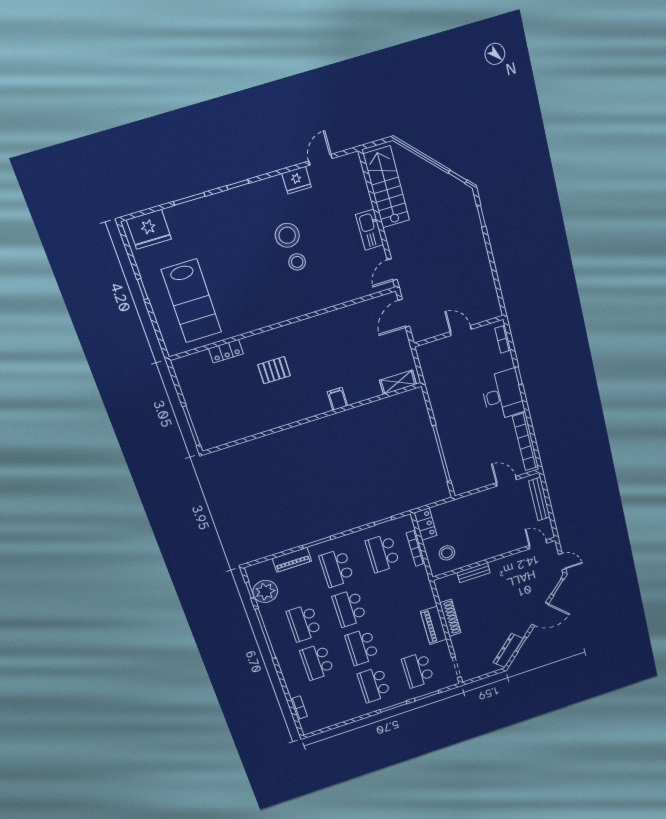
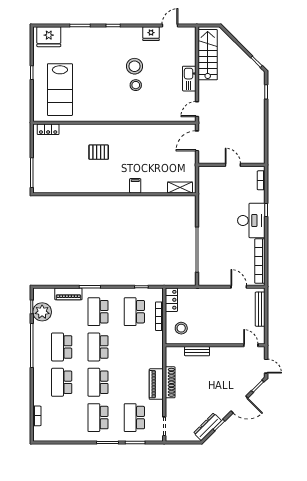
locker: (226, 351) -> (48, 129), moved

